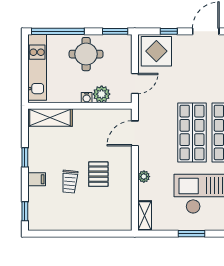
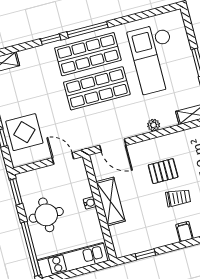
display table: (156, 51) -> (24, 132), moved
plant: (102, 94) -> (82, 189), removed
shelving: (50, 118) -> (111, 201), moved
window: (25, 157) -> (145, 254), moved

